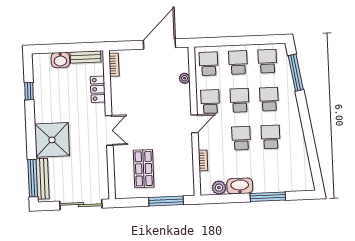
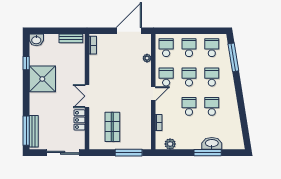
washbasin: (60, 60) -> (36, 40), moved
locker: (98, 89) -> (79, 120), moved
double door: (109, 130) -> (87, 96), swing flipped
shower: (52, 140) -> (42, 79), moved
washbasin: (240, 186) -> (212, 143), moved

